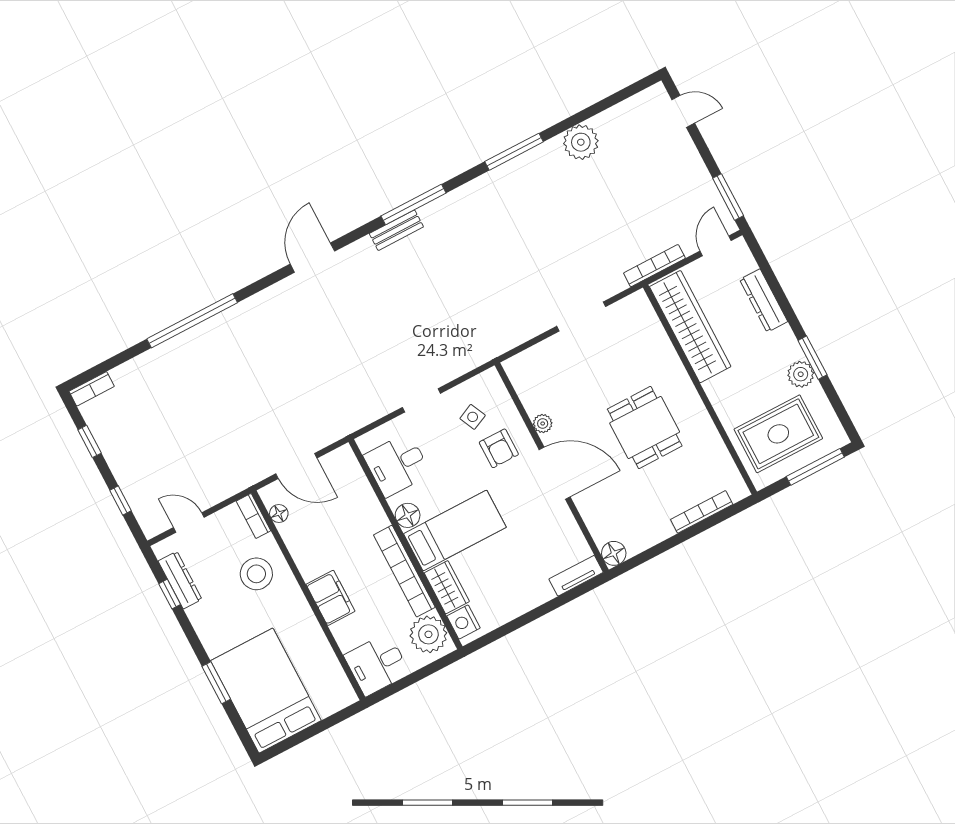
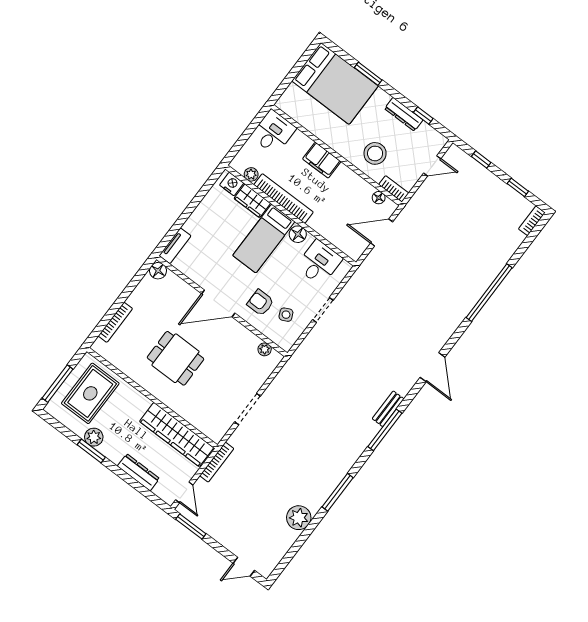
plant: (543, 424) -> (265, 349), moved
dresser: (180, 580) -> (404, 114), moved
plant: (428, 634) -> (251, 174), width x0.53, depth x0.53

